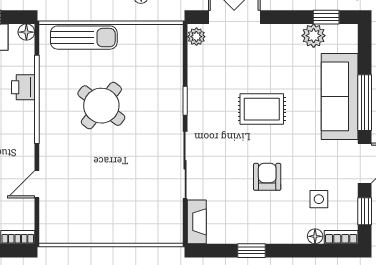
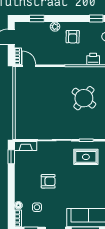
rug: (262, 109) -> (86, 157), moved, turned 90
door: (37, 184) -> (29, 66), moved
window: (252, 251) -> (11, 157), moved

